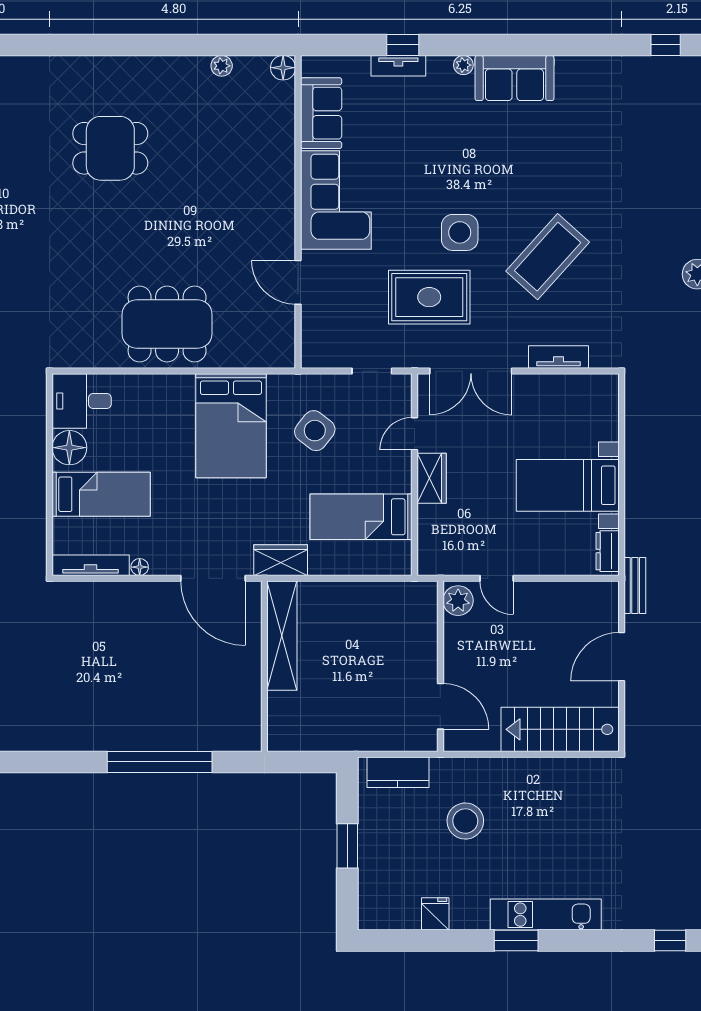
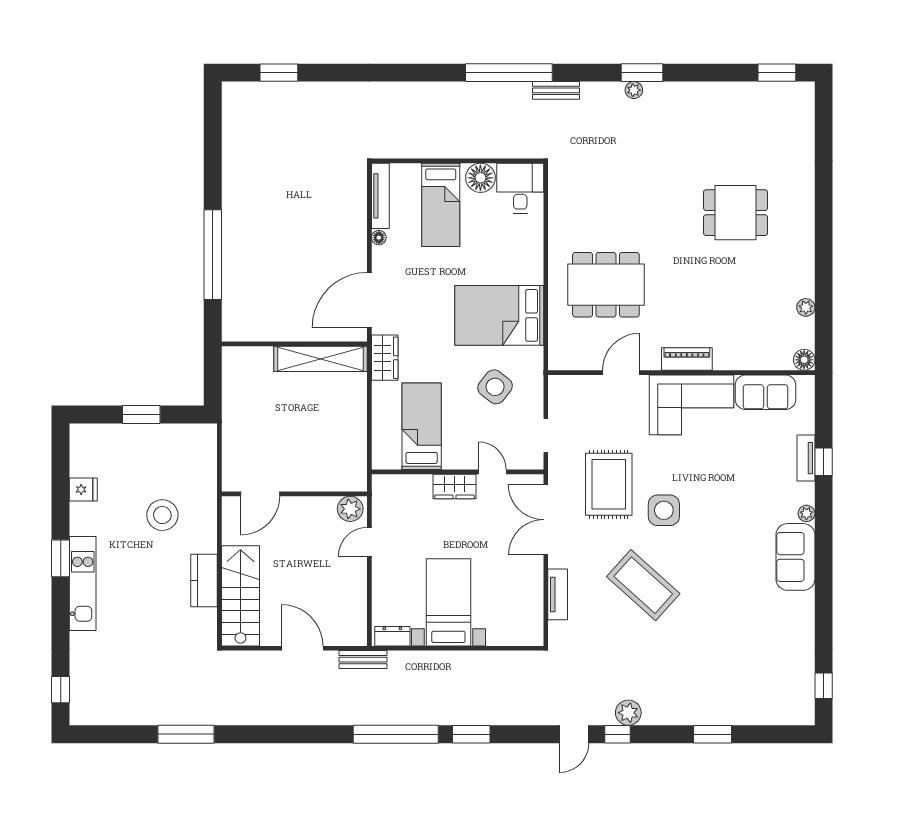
dining table: (110, 148) -> (736, 213), turned 90
piano: (282, 205) -> (687, 359), added
dining table: (167, 324) -> (606, 285), moved, turned 90
kitchen counter: (398, 772) -> (204, 581), moved

